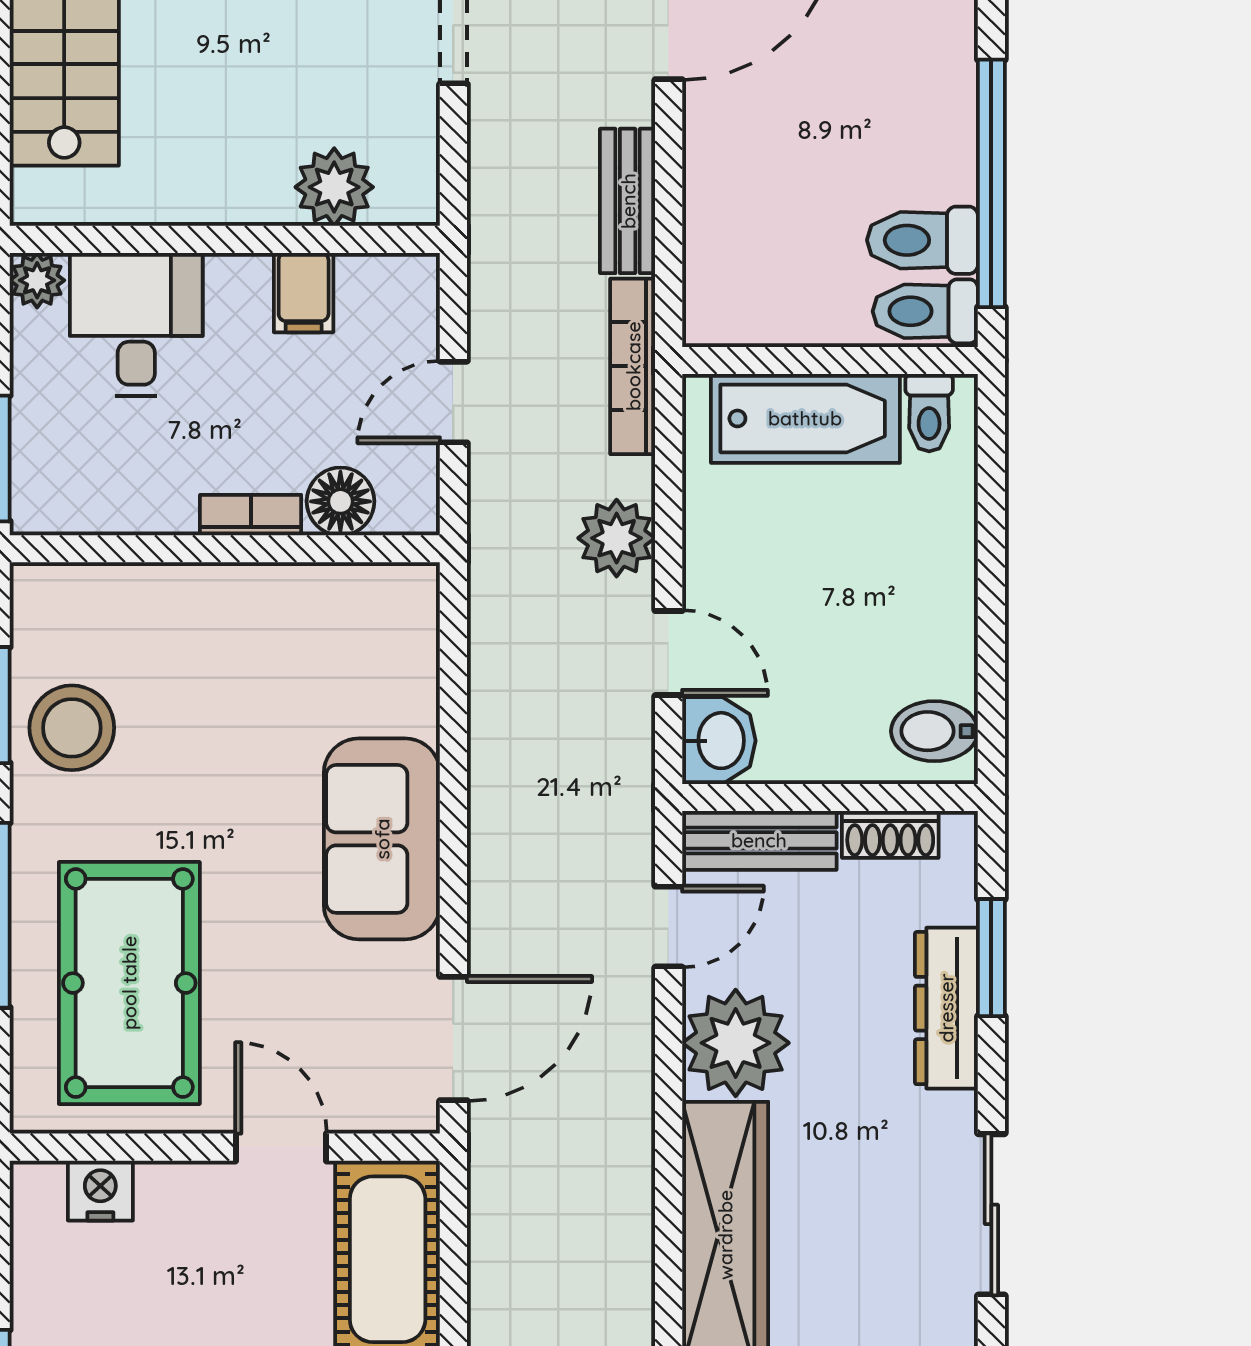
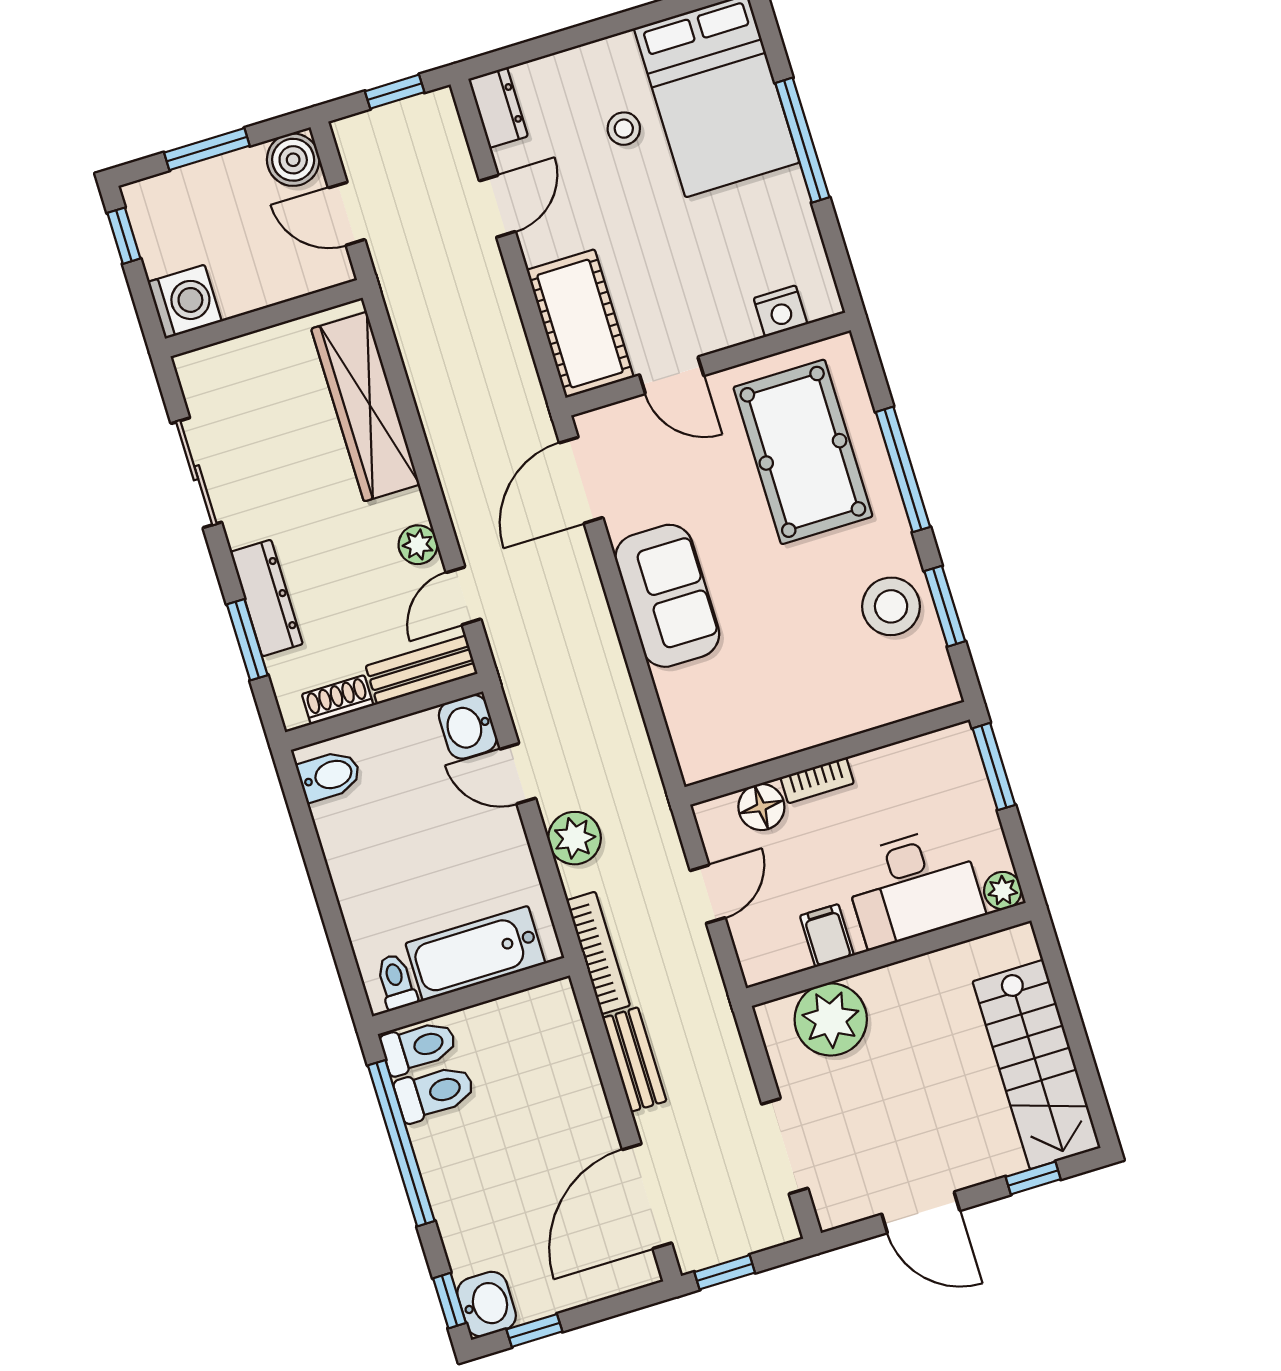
plant: (334, 187) -> (831, 1019), width x1.36, depth x1.36
desk: (136, 325) -> (913, 886), width x1.37
plant: (736, 1043) -> (418, 545), width x0.53, depth x0.53

